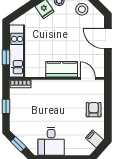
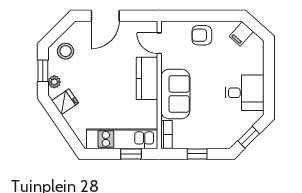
door: (88, 78) -> (159, 43), hinge flipped
sofa: (50, 90) -> (175, 94), added

